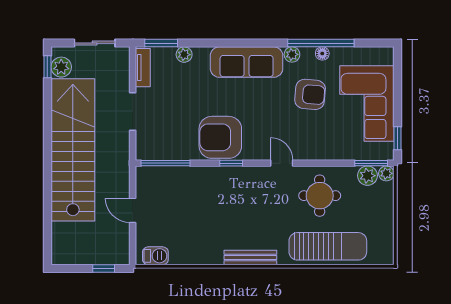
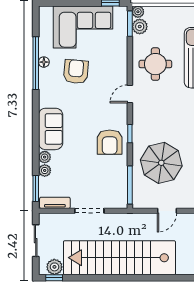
plant: (292, 54) -> (45, 157), moved
sofa: (247, 62) -> (51, 129), width x0.73
armchair: (220, 137) -> (110, 142), width x0.73, depth x0.73
parasol: (194, 203) -> (161, 163), added

